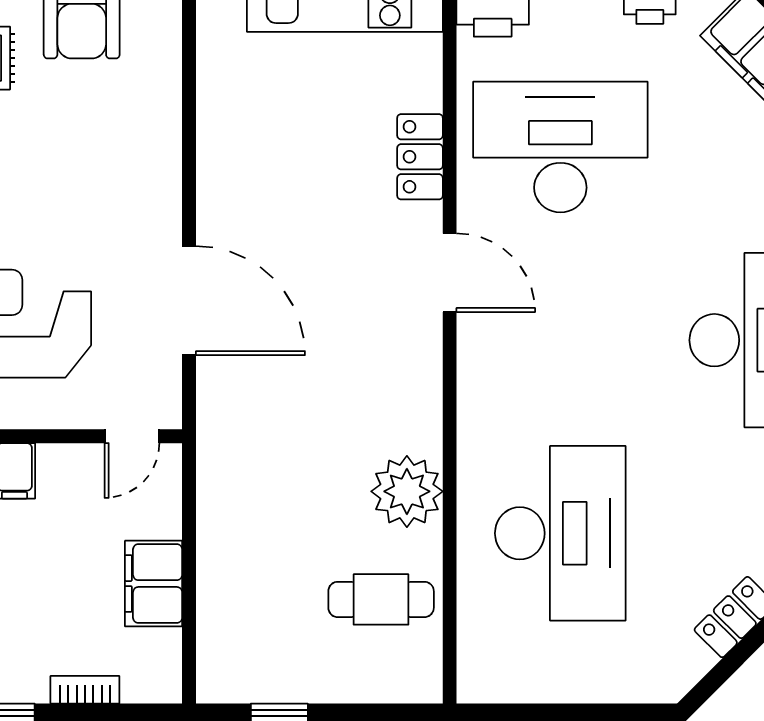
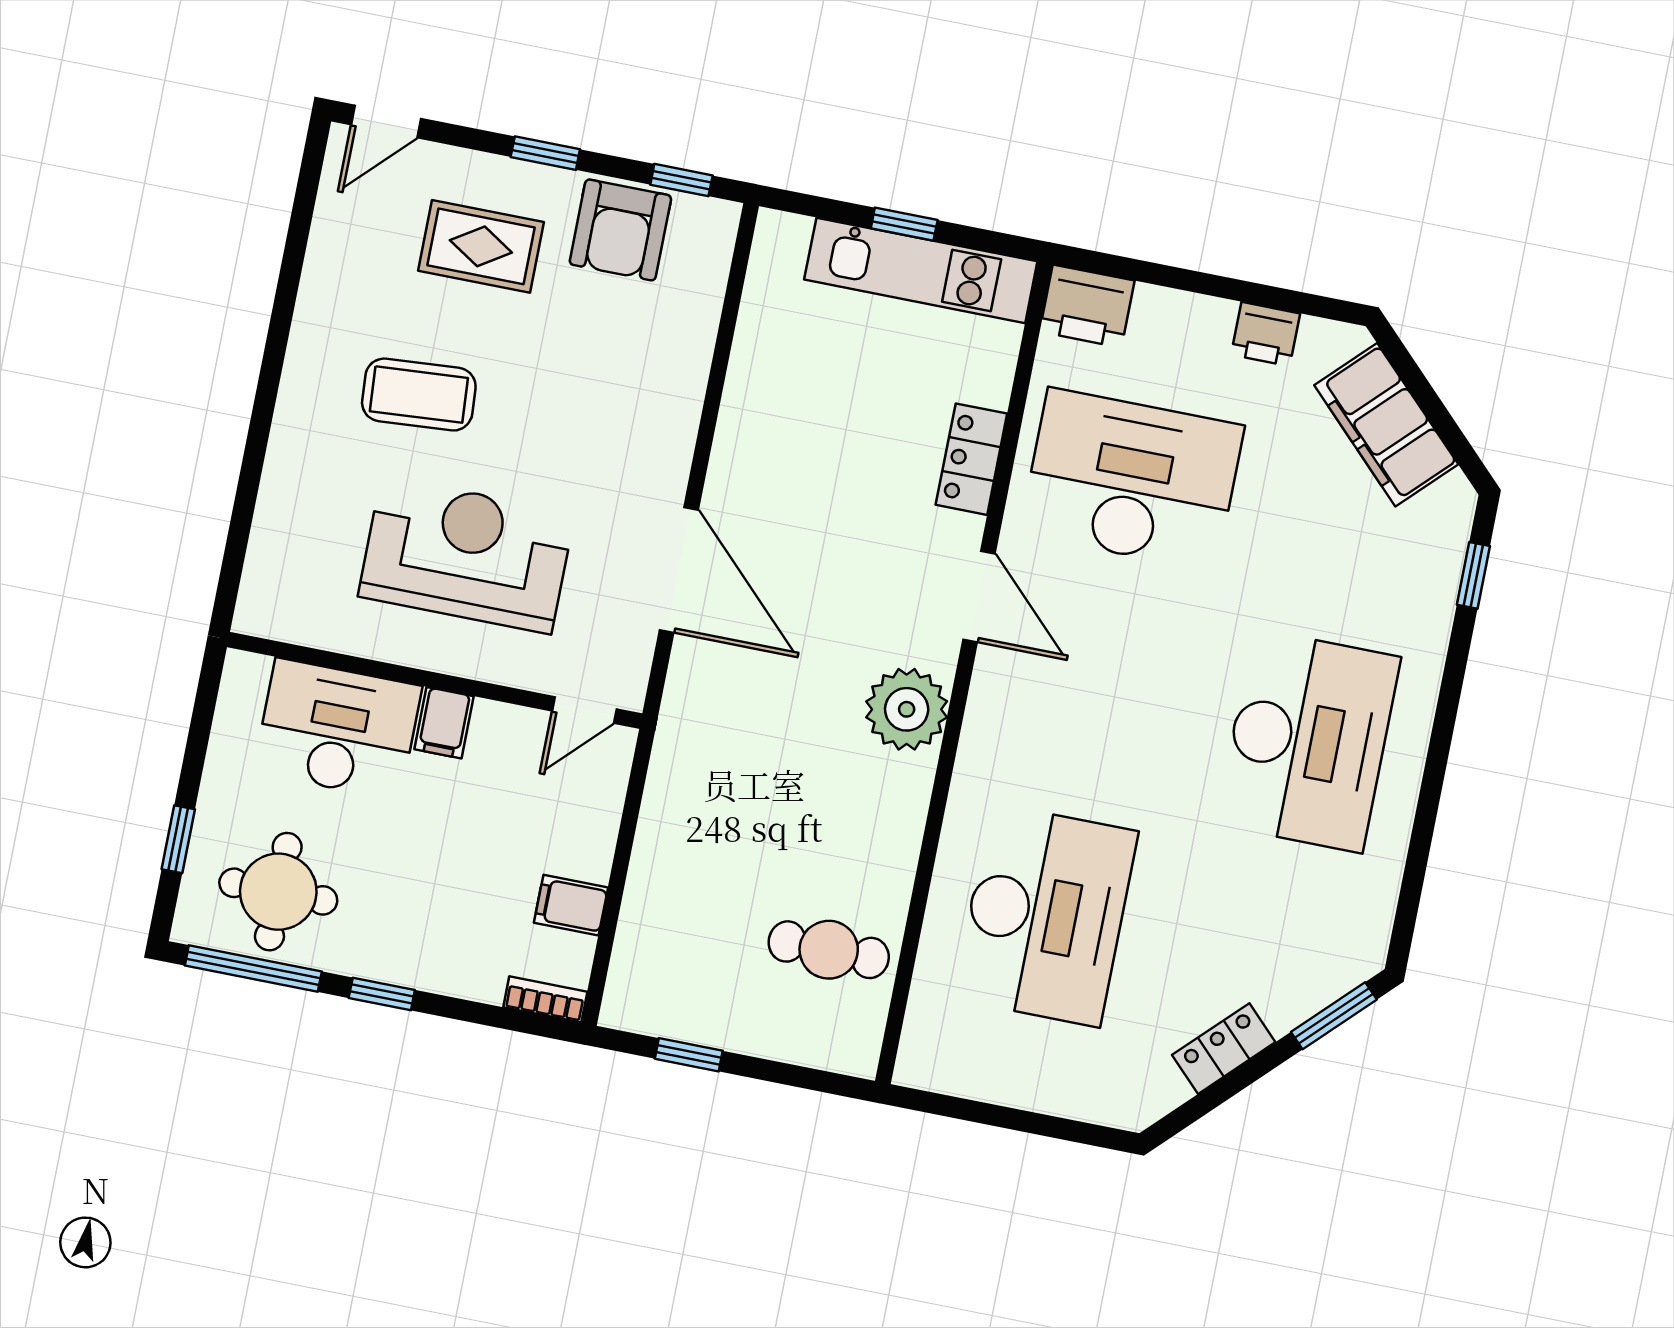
plant: (407, 491) -> (907, 709), moved
filing cabinet: (154, 584) -> (571, 905), width x0.50
bookcase: (85, 690) -> (545, 999), moved

